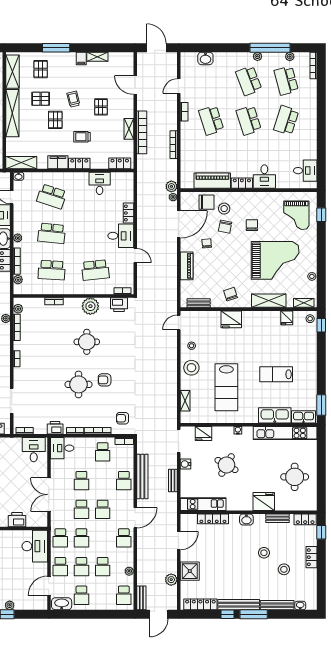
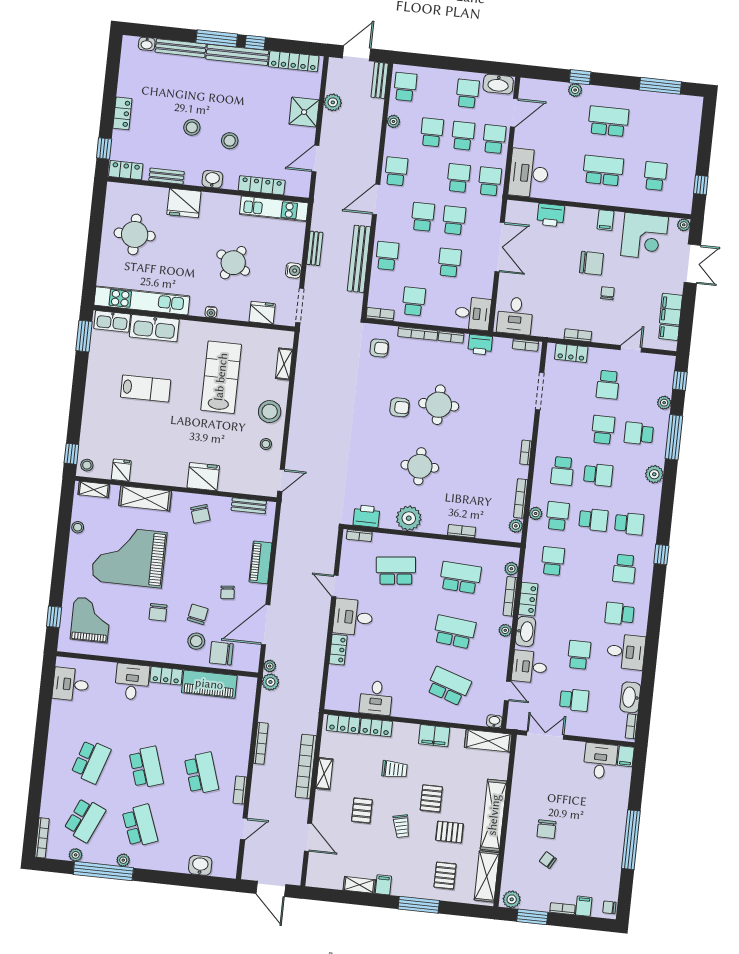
school desk: (286, 81) -> (85, 820), turned 39
locker: (79, 164) -> (376, 727), moved
stool: (284, 569) -> (230, 141), moved

